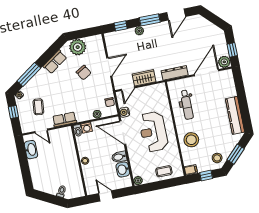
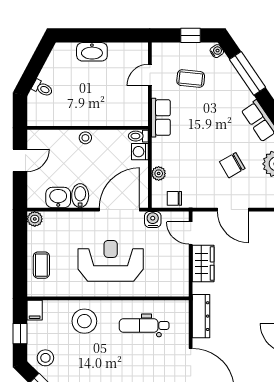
washbasin: (31, 150) -> (92, 52), moved

